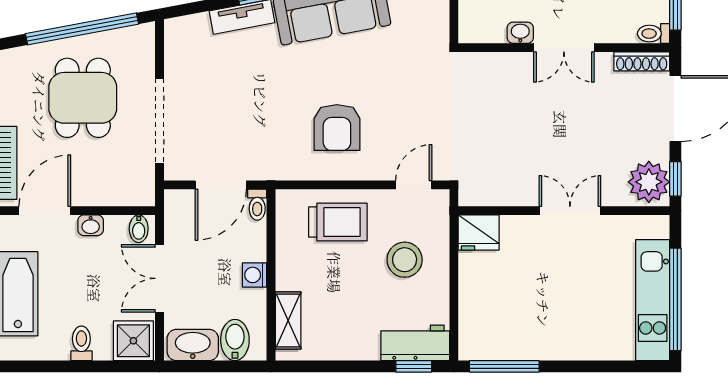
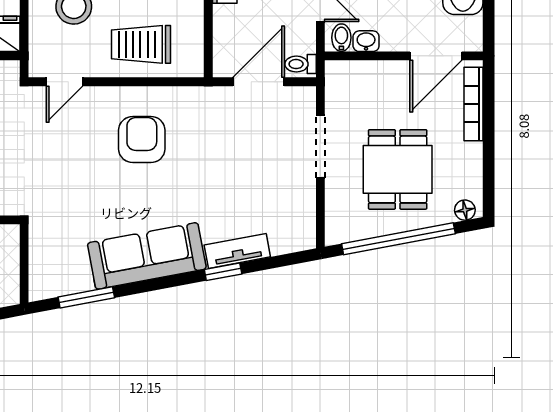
floor lamp: (16, 57) -> (465, 210), added
doorway: (160, 121) -> (320, 146), width x0.73
toilet: (257, 205) -> (300, 64), moved, turned -90
washbasin: (91, 225) -> (366, 41), moved

